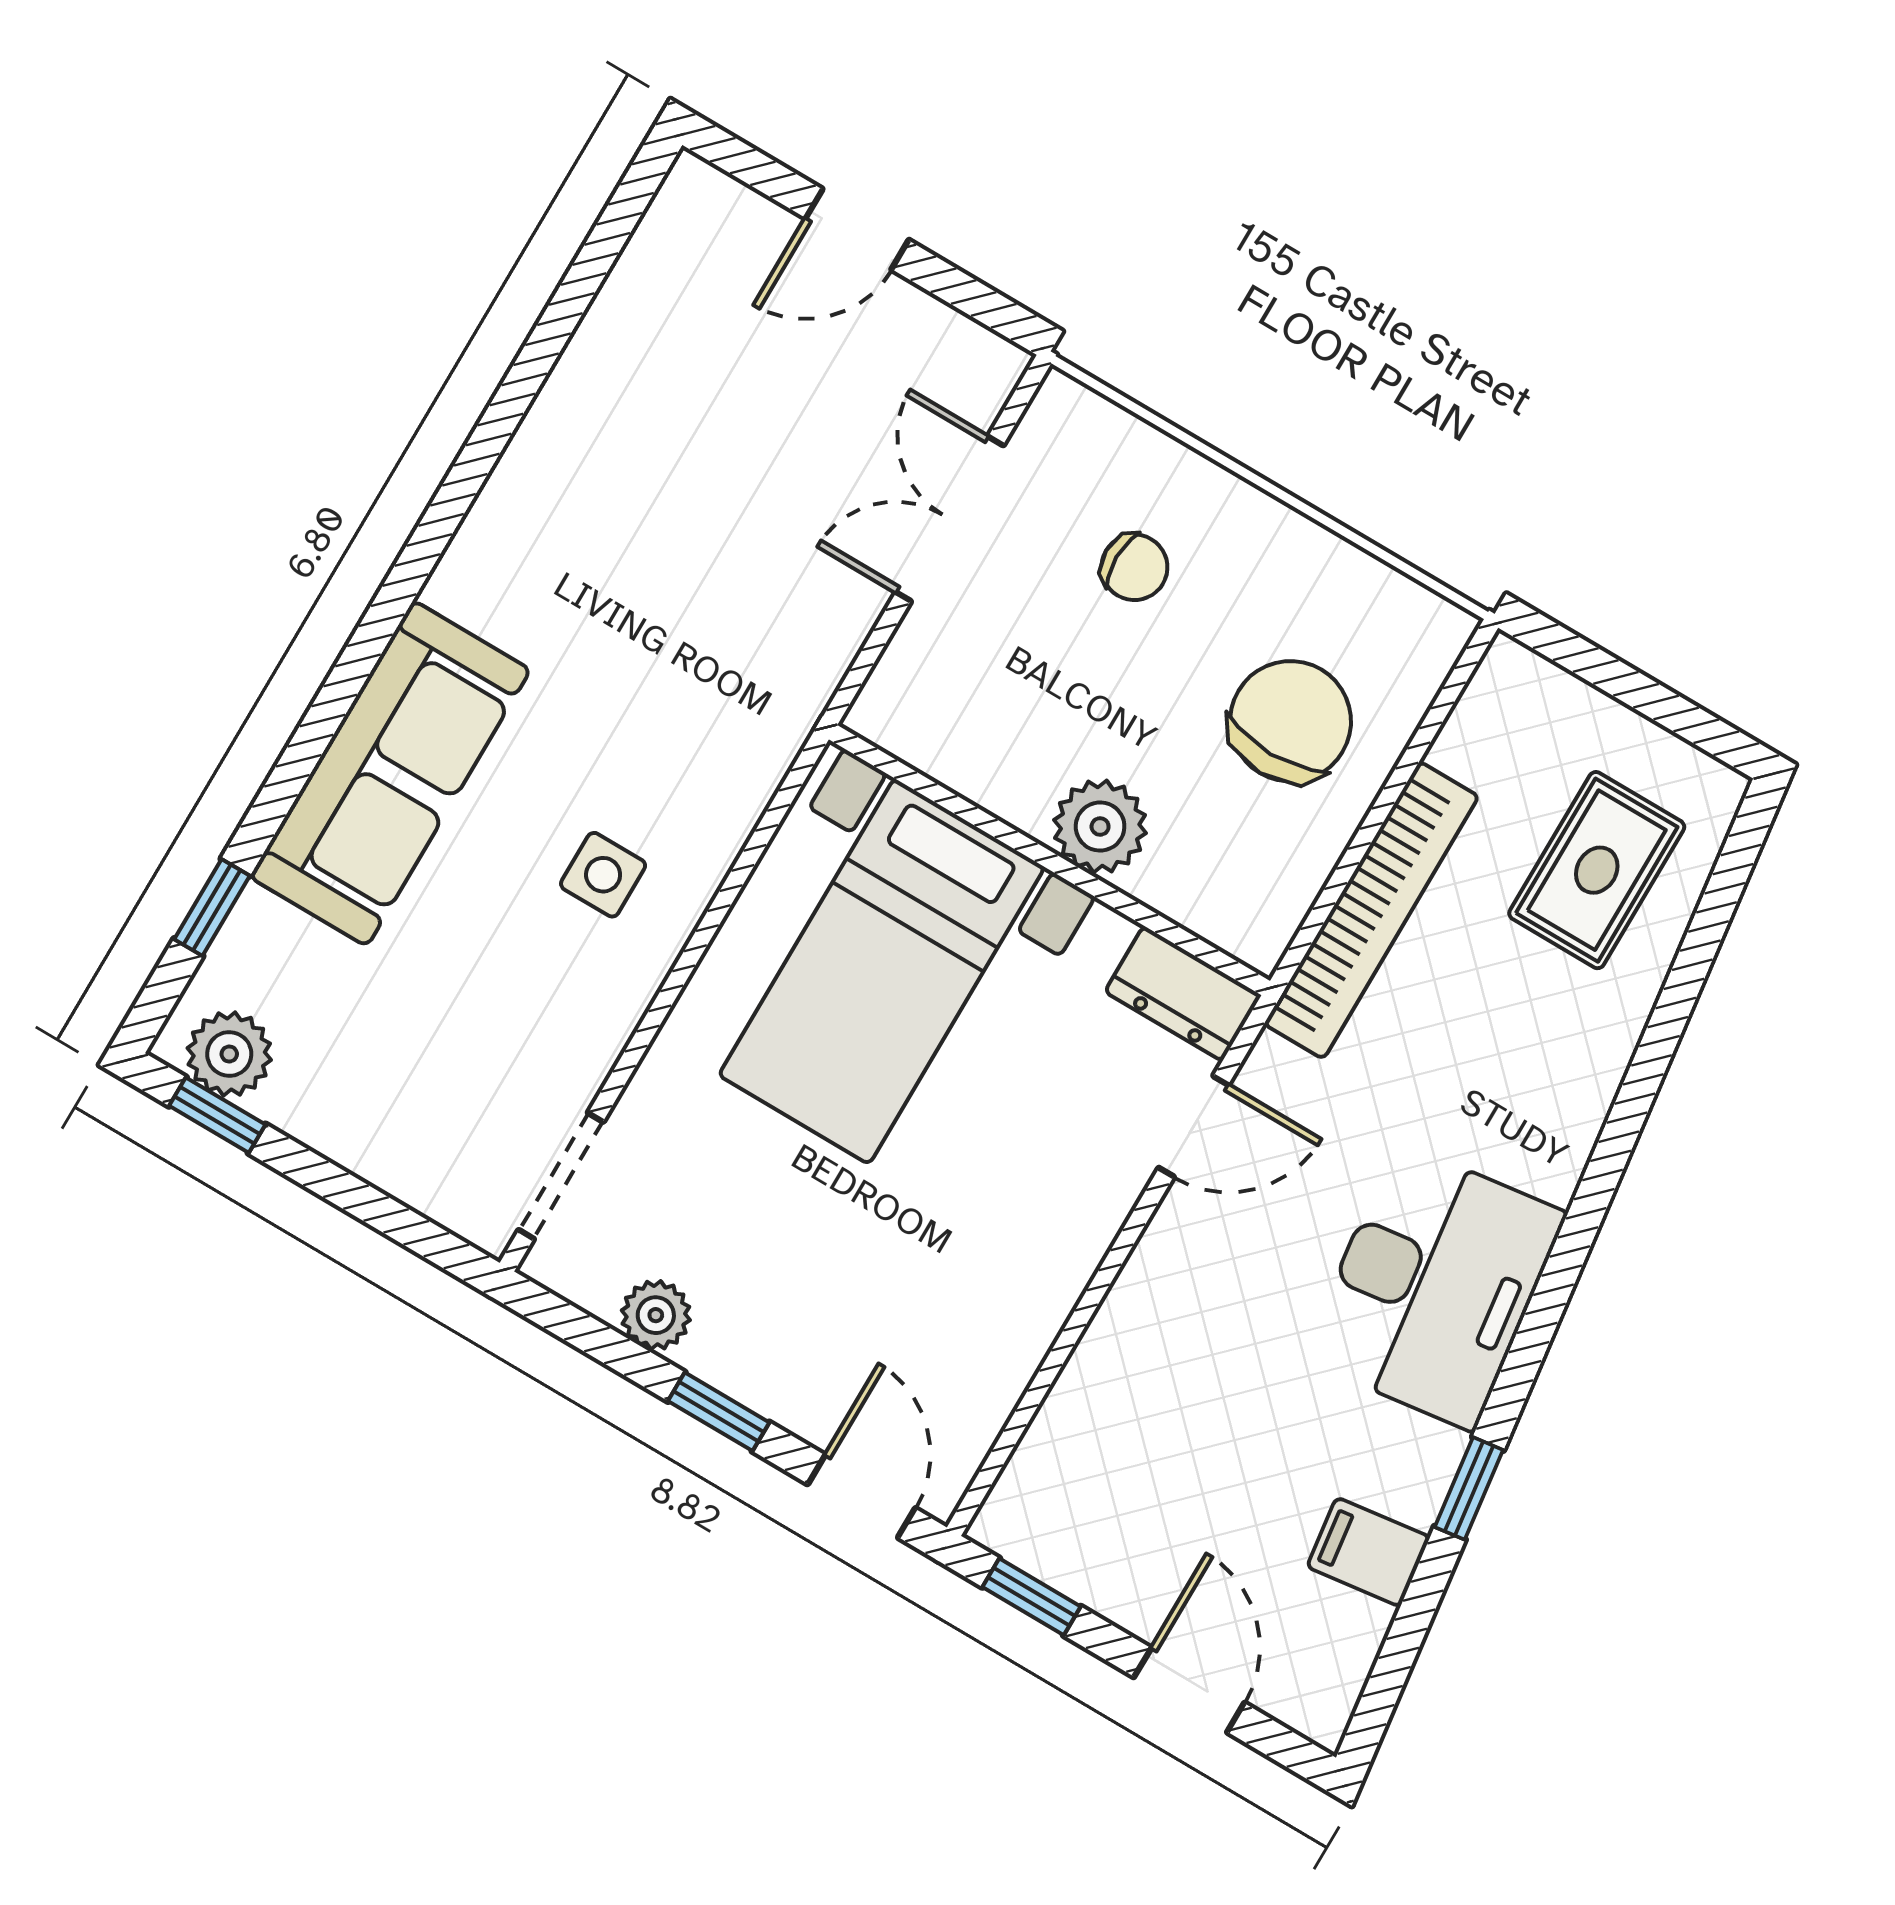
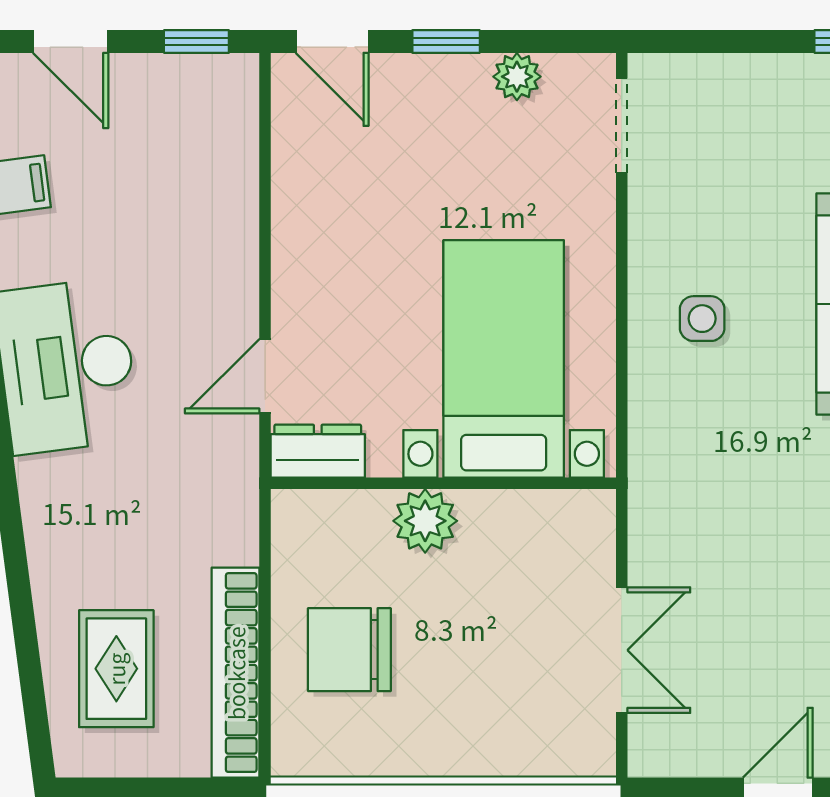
chair: (1134, 567) -> (495, 686), removed
chair: (1291, 721) -> (349, 650), turned 90
bookcase: (1371, 910) -> (236, 673), moved

